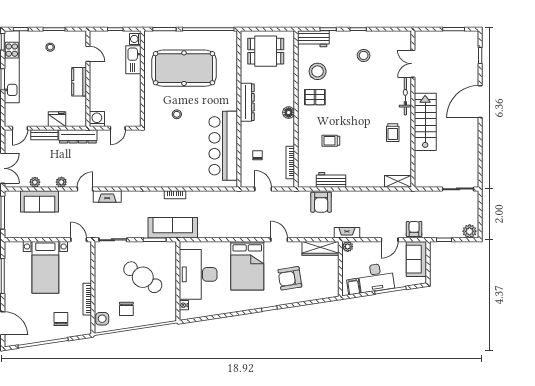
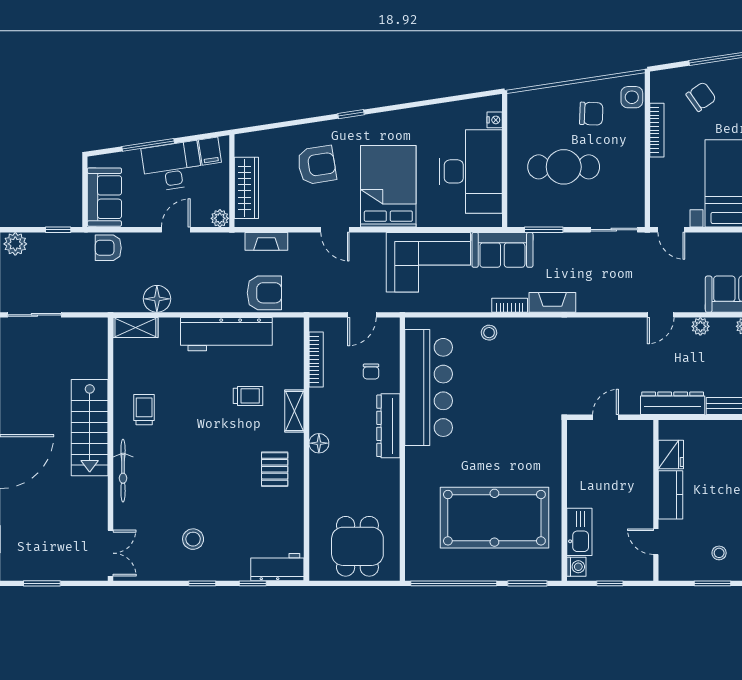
dining table: (266, 51) -> (357, 546), turned 90
double door: (413, 64) -> (110, 553), moved
stool: (318, 71) -> (270, 512), removed
pallet: (315, 97) -> (275, 469), turned 90
dresser: (247, 102) -> (388, 426), moved
stool: (177, 114) -> (489, 333), moved
fridge: (57, 119) -> (671, 455), moved, turned -90
washing machine: (97, 119) -> (641, 432), removed
shelving: (303, 132) -> (294, 411), added
workbench: (331, 180) -> (226, 334), width x1.88, depth x1.32
door: (263, 189) -> (362, 315), hinge flipped
fireplace: (107, 196) -> (552, 302), moved
floor lamp: (385, 199) -> (157, 299), added
armchair: (321, 202) -> (264, 293), turned 90
corner sofa: (223, 220) -> (428, 262), added
sofa: (173, 228) -> (502, 250), width x0.73
armchair: (414, 229) -> (108, 248), turned 90
fireplace: (347, 233) -> (266, 241), moved
door: (390, 240) -> (176, 230), moved
wardrobe: (321, 248) -> (246, 188), moved, turned 90
cafe table: (143, 277) -> (564, 167), turned -35
chair: (126, 309) -> (591, 114), turned 92
chair: (61, 319) -> (701, 97), turned -125

